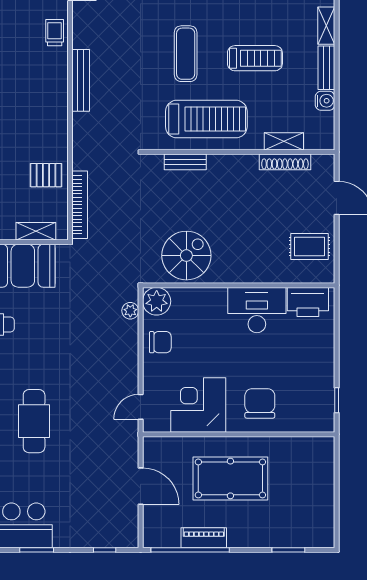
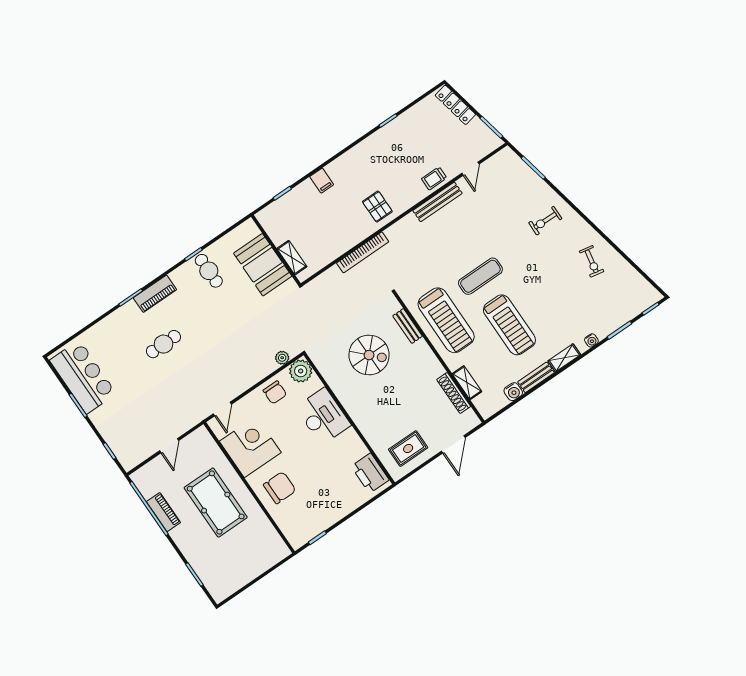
trolley: (55, 33) -> (434, 178), turned 180
treadmill: (255, 58) -> (509, 325), width x1.37, depth x1.38
bench: (81, 80) -> (437, 202), moved
pallet: (46, 175) -> (377, 207), moved
bookcase: (80, 205) -> (363, 252), moved
rug: (310, 246) -> (408, 449), turned 90
spiral stairs: (186, 256) -> (369, 355), moved
desk: (257, 310) -> (323, 416), moved
door: (141, 407) -> (222, 409), swing flipped
cafe table: (34, 421) -> (164, 344), width x0.73, depth x0.74
door: (141, 486) -> (169, 446), width x0.73

